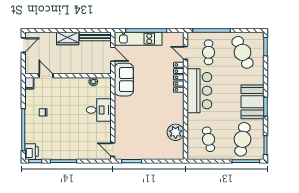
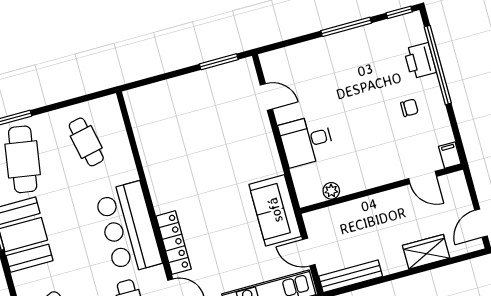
wardrobe: (68, 38) -> (426, 252), moved
plant: (176, 132) -> (151, 138), removed
door: (113, 150) -> (266, 97), moved
printer: (31, 152) -> (420, 61), moved

